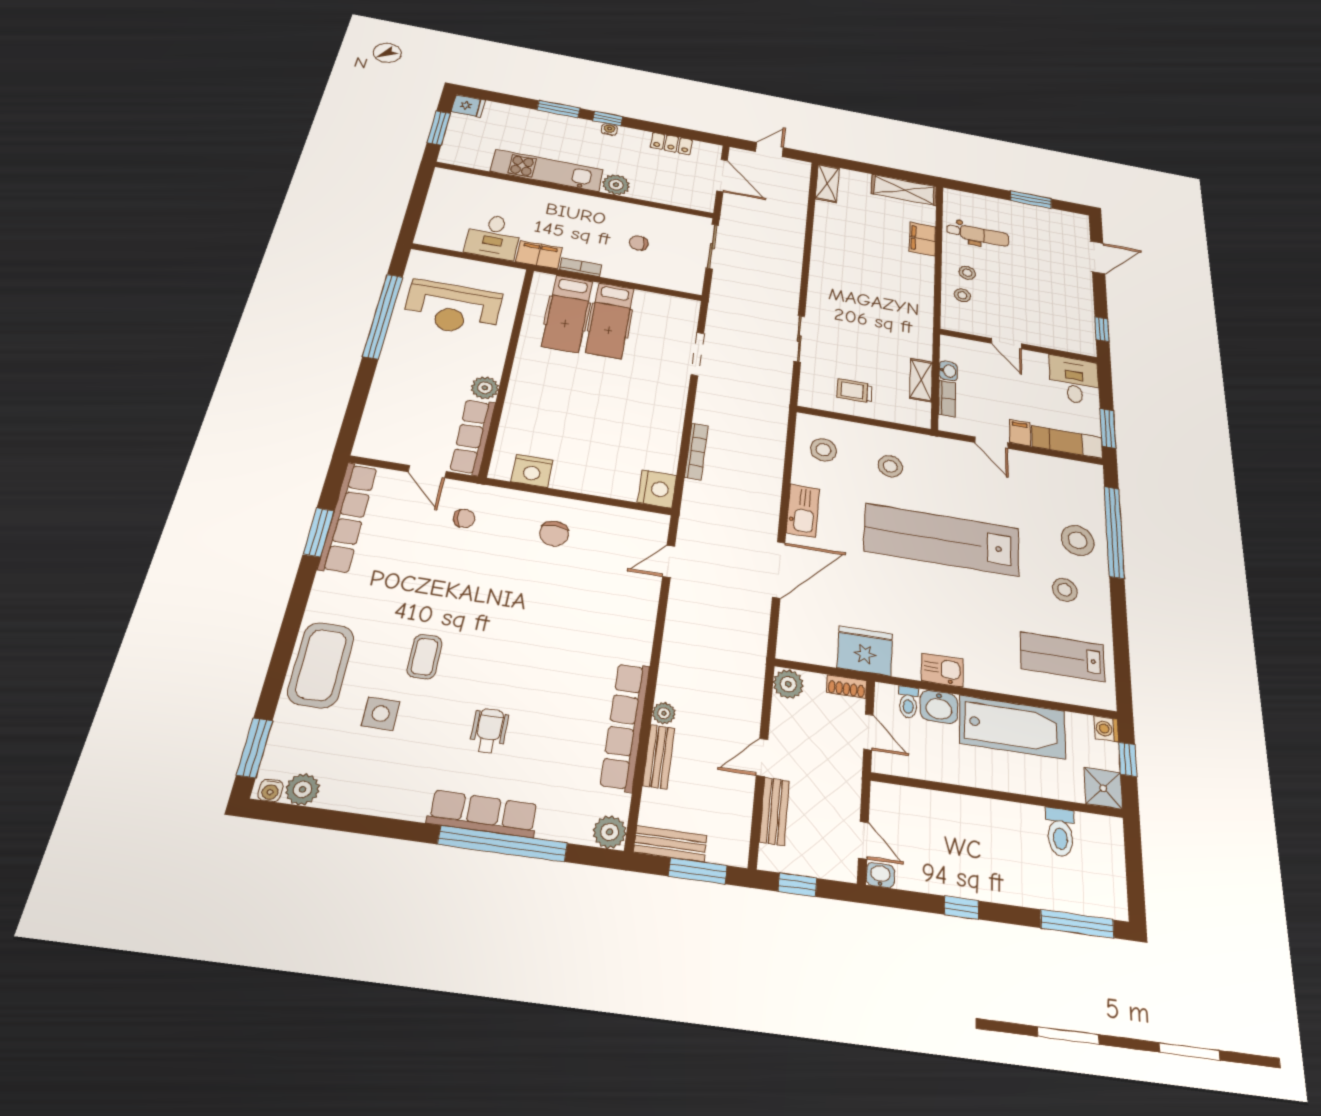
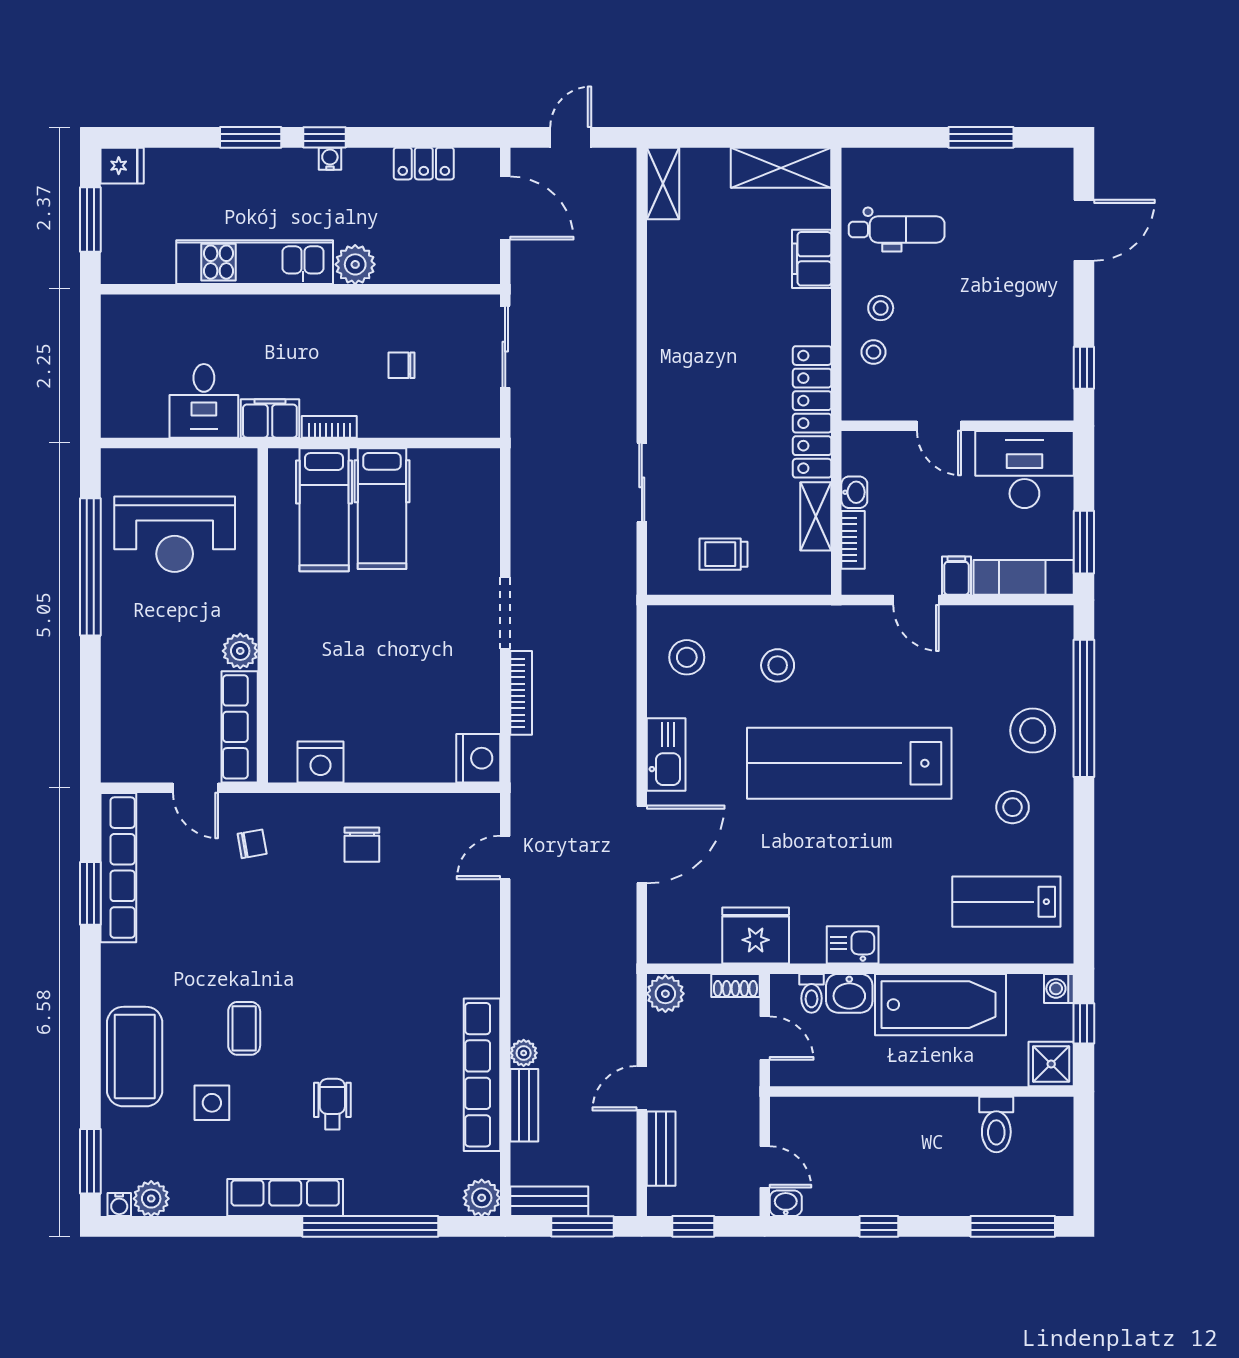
locker: (920, 320) -> (812, 412), added
doorway: (697, 354) -> (505, 613), moved
desk: (1074, 380) -> (1024, 470), width x1.37
row of seats: (483, 814) -> (285, 1197), moved

